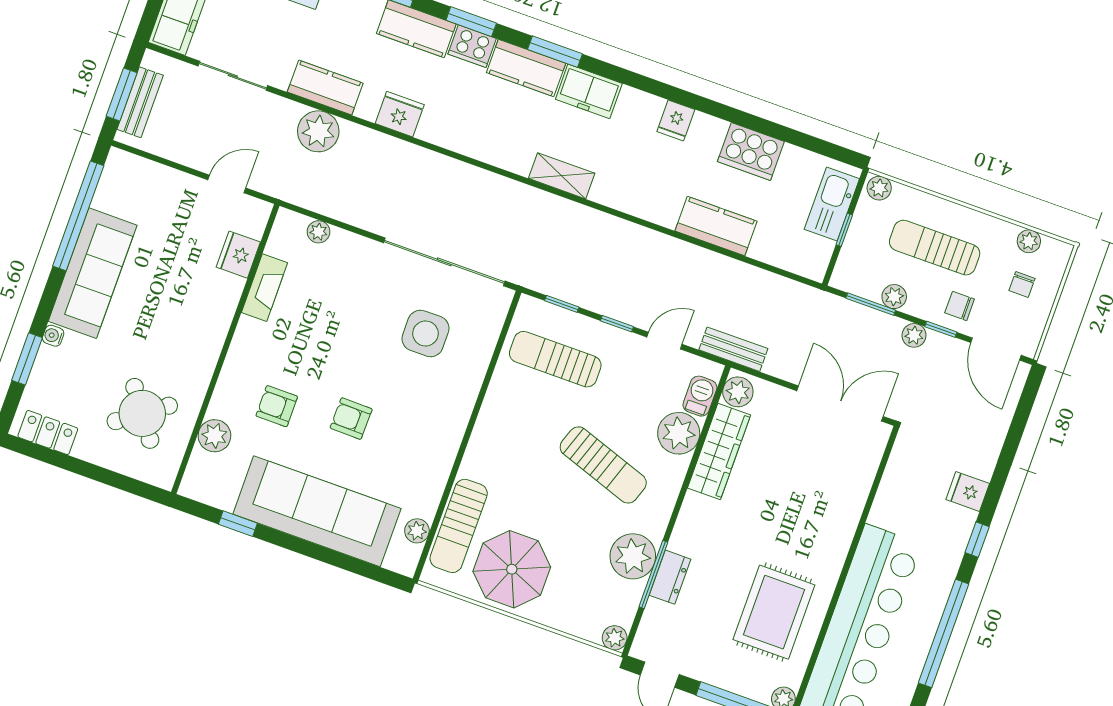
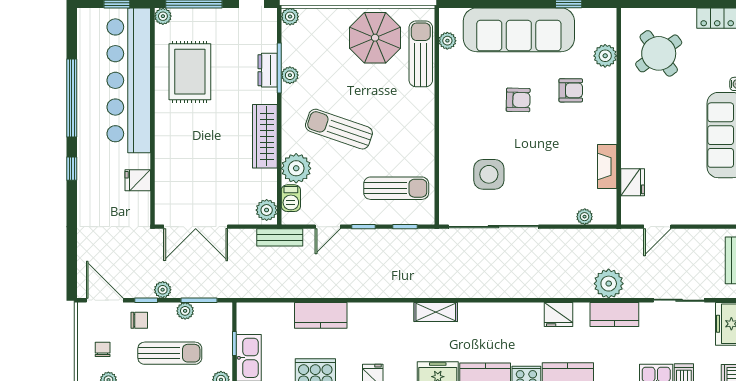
wardrobe: (719, 451) -> (265, 136), moved
fridge: (968, 491) -> (138, 180), moved, turned 180
plant: (633, 556) -> (290, 75), width x0.53, depth x0.53

